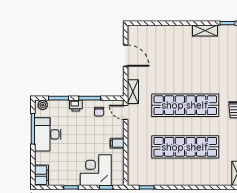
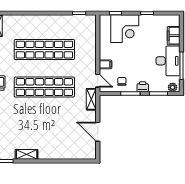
filing cabinet: (117, 143) -> (106, 64), moved
filing cabinet: (42, 175) -> (174, 36), moved

